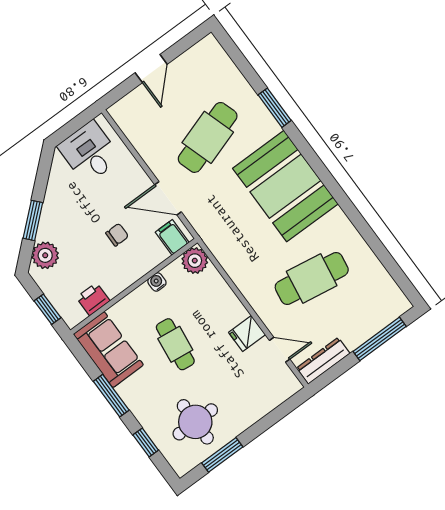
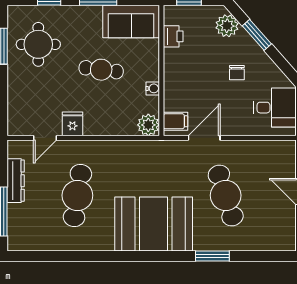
chair: (117, 235) -> (237, 73), moved
dresser: (323, 361) -> (16, 181), moved

